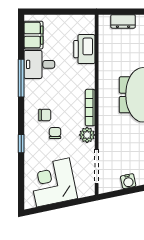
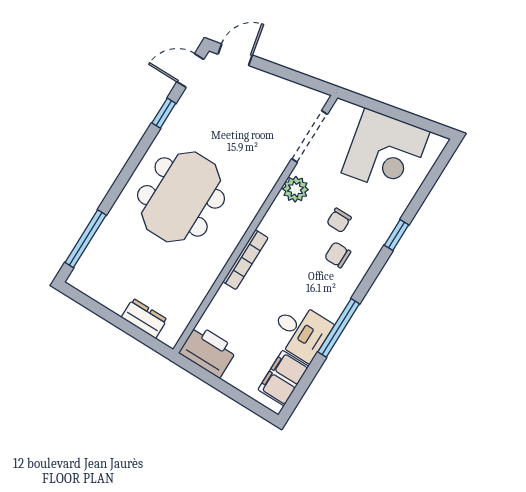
printer: (84, 49) -> (208, 351), moved, turned -90
bookcase: (90, 108) -> (245, 260), moved
water cooler: (128, 181) -> (278, 87), removed

